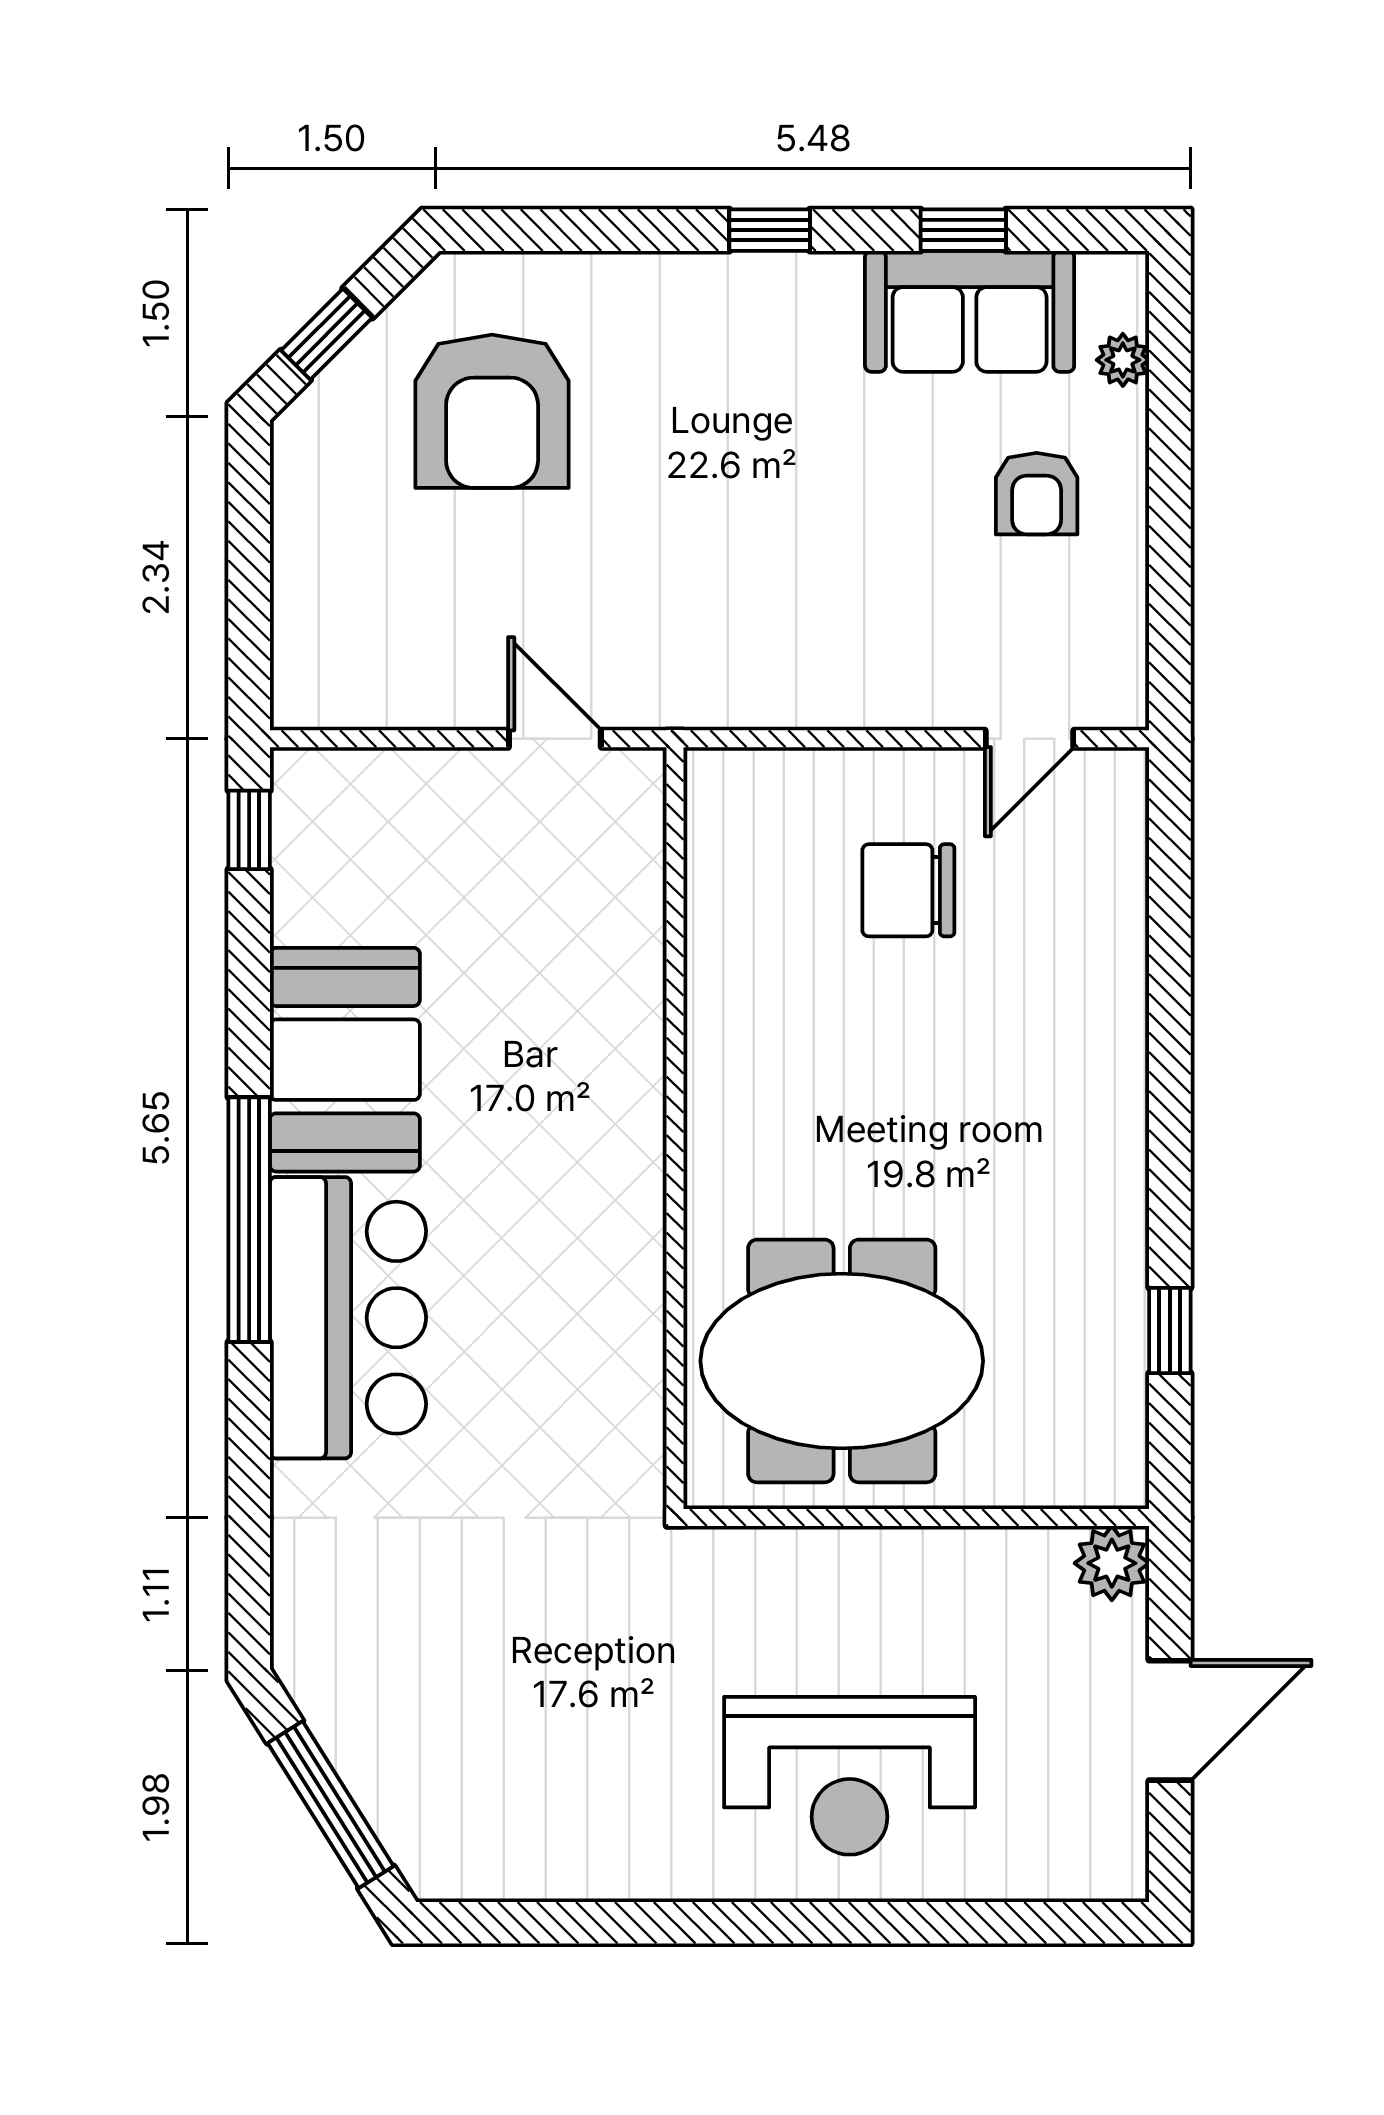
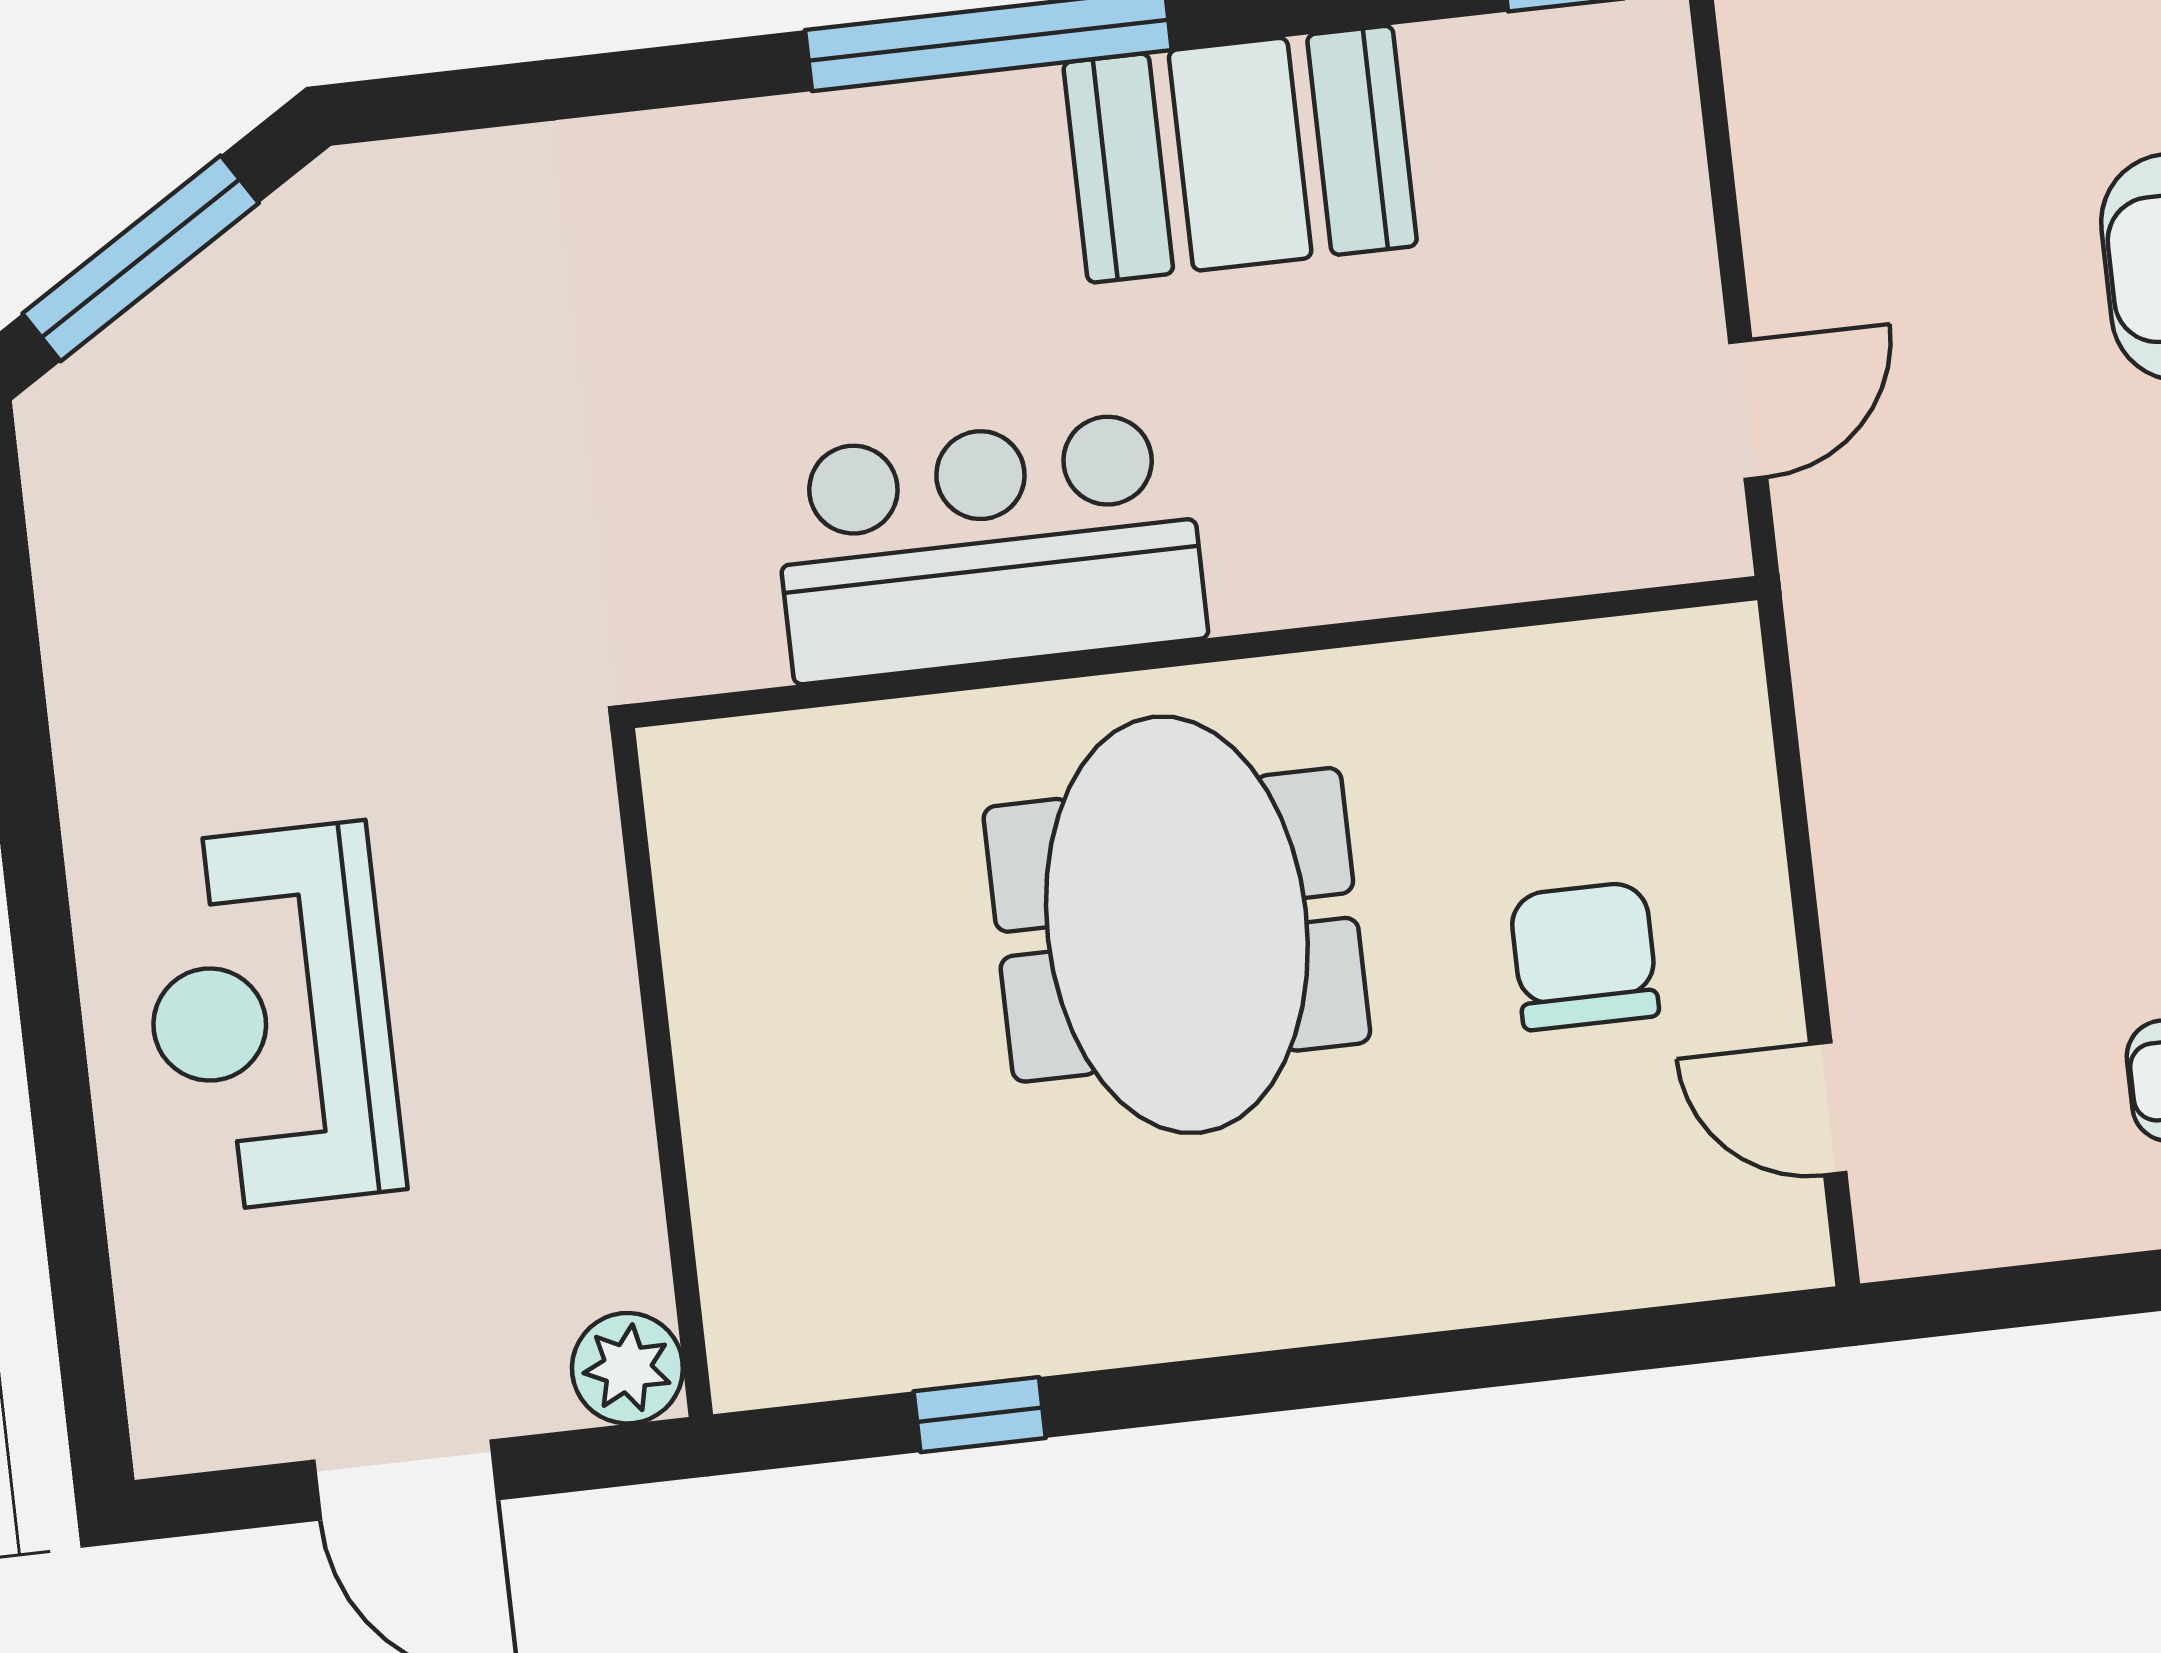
bar counter: (348, 1318) -> (989, 546), moved, turned 180
meeting table: (842, 1361) -> (1177, 925), moved

